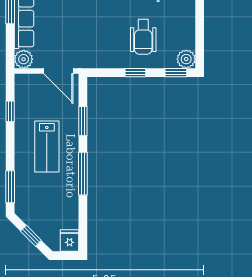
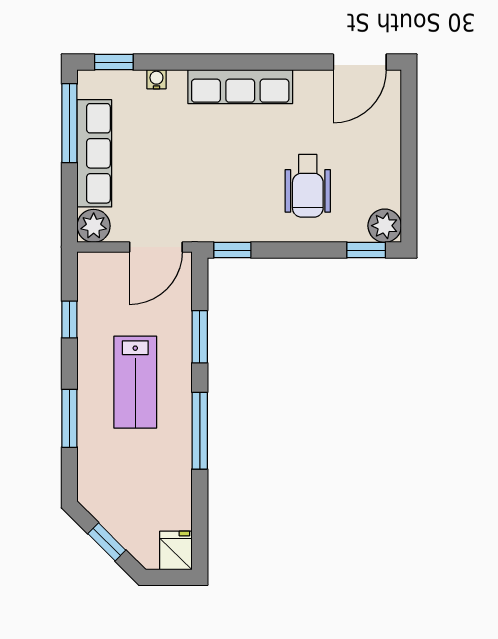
door: (58, 71) -> (156, 247), hinge flipped
window: (135, 73) -> (232, 250), moved
window: (10, 187) -> (69, 418), moved

